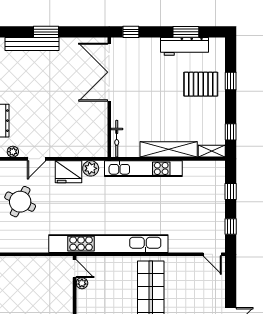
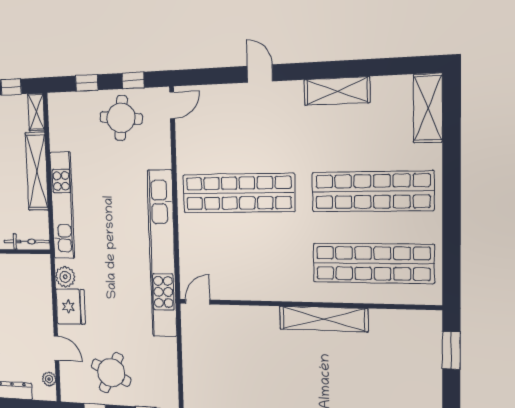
round table: (205, 217) -> (121, 118), added
plant: (82, 283) -> (218, 292), removed

